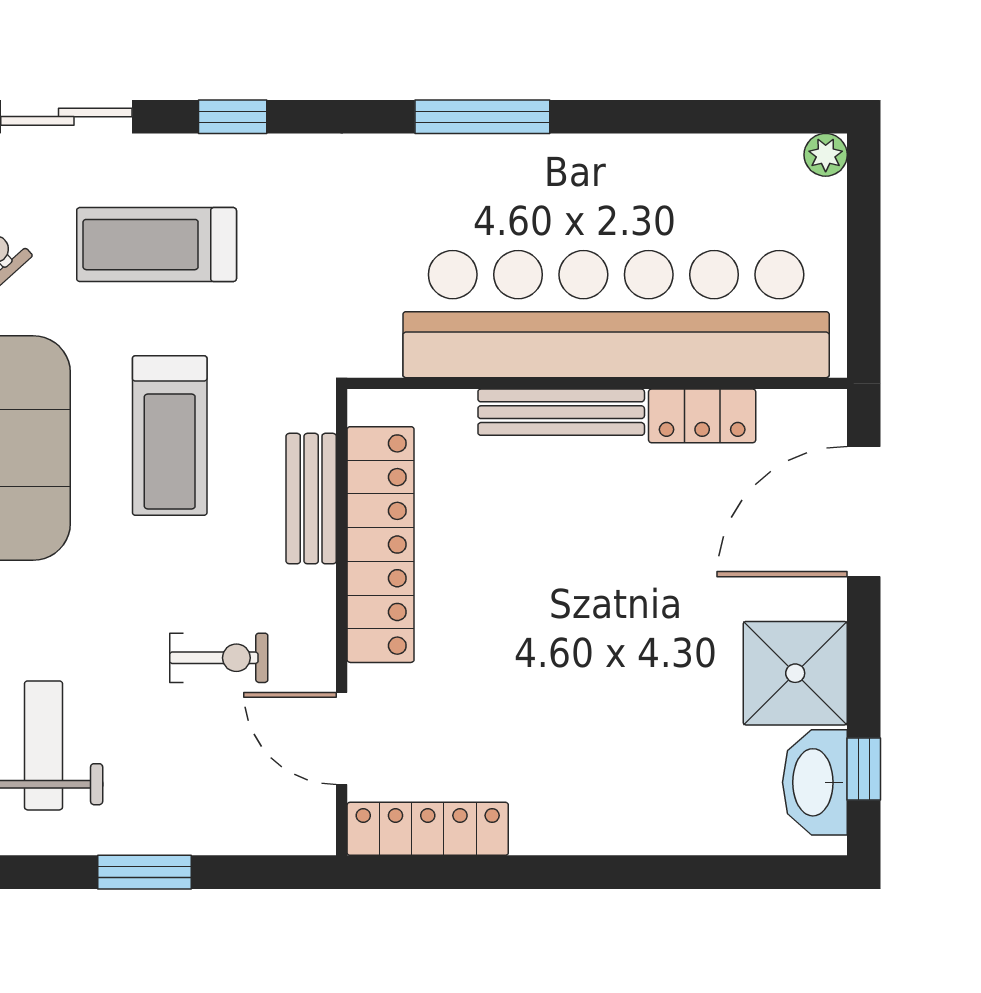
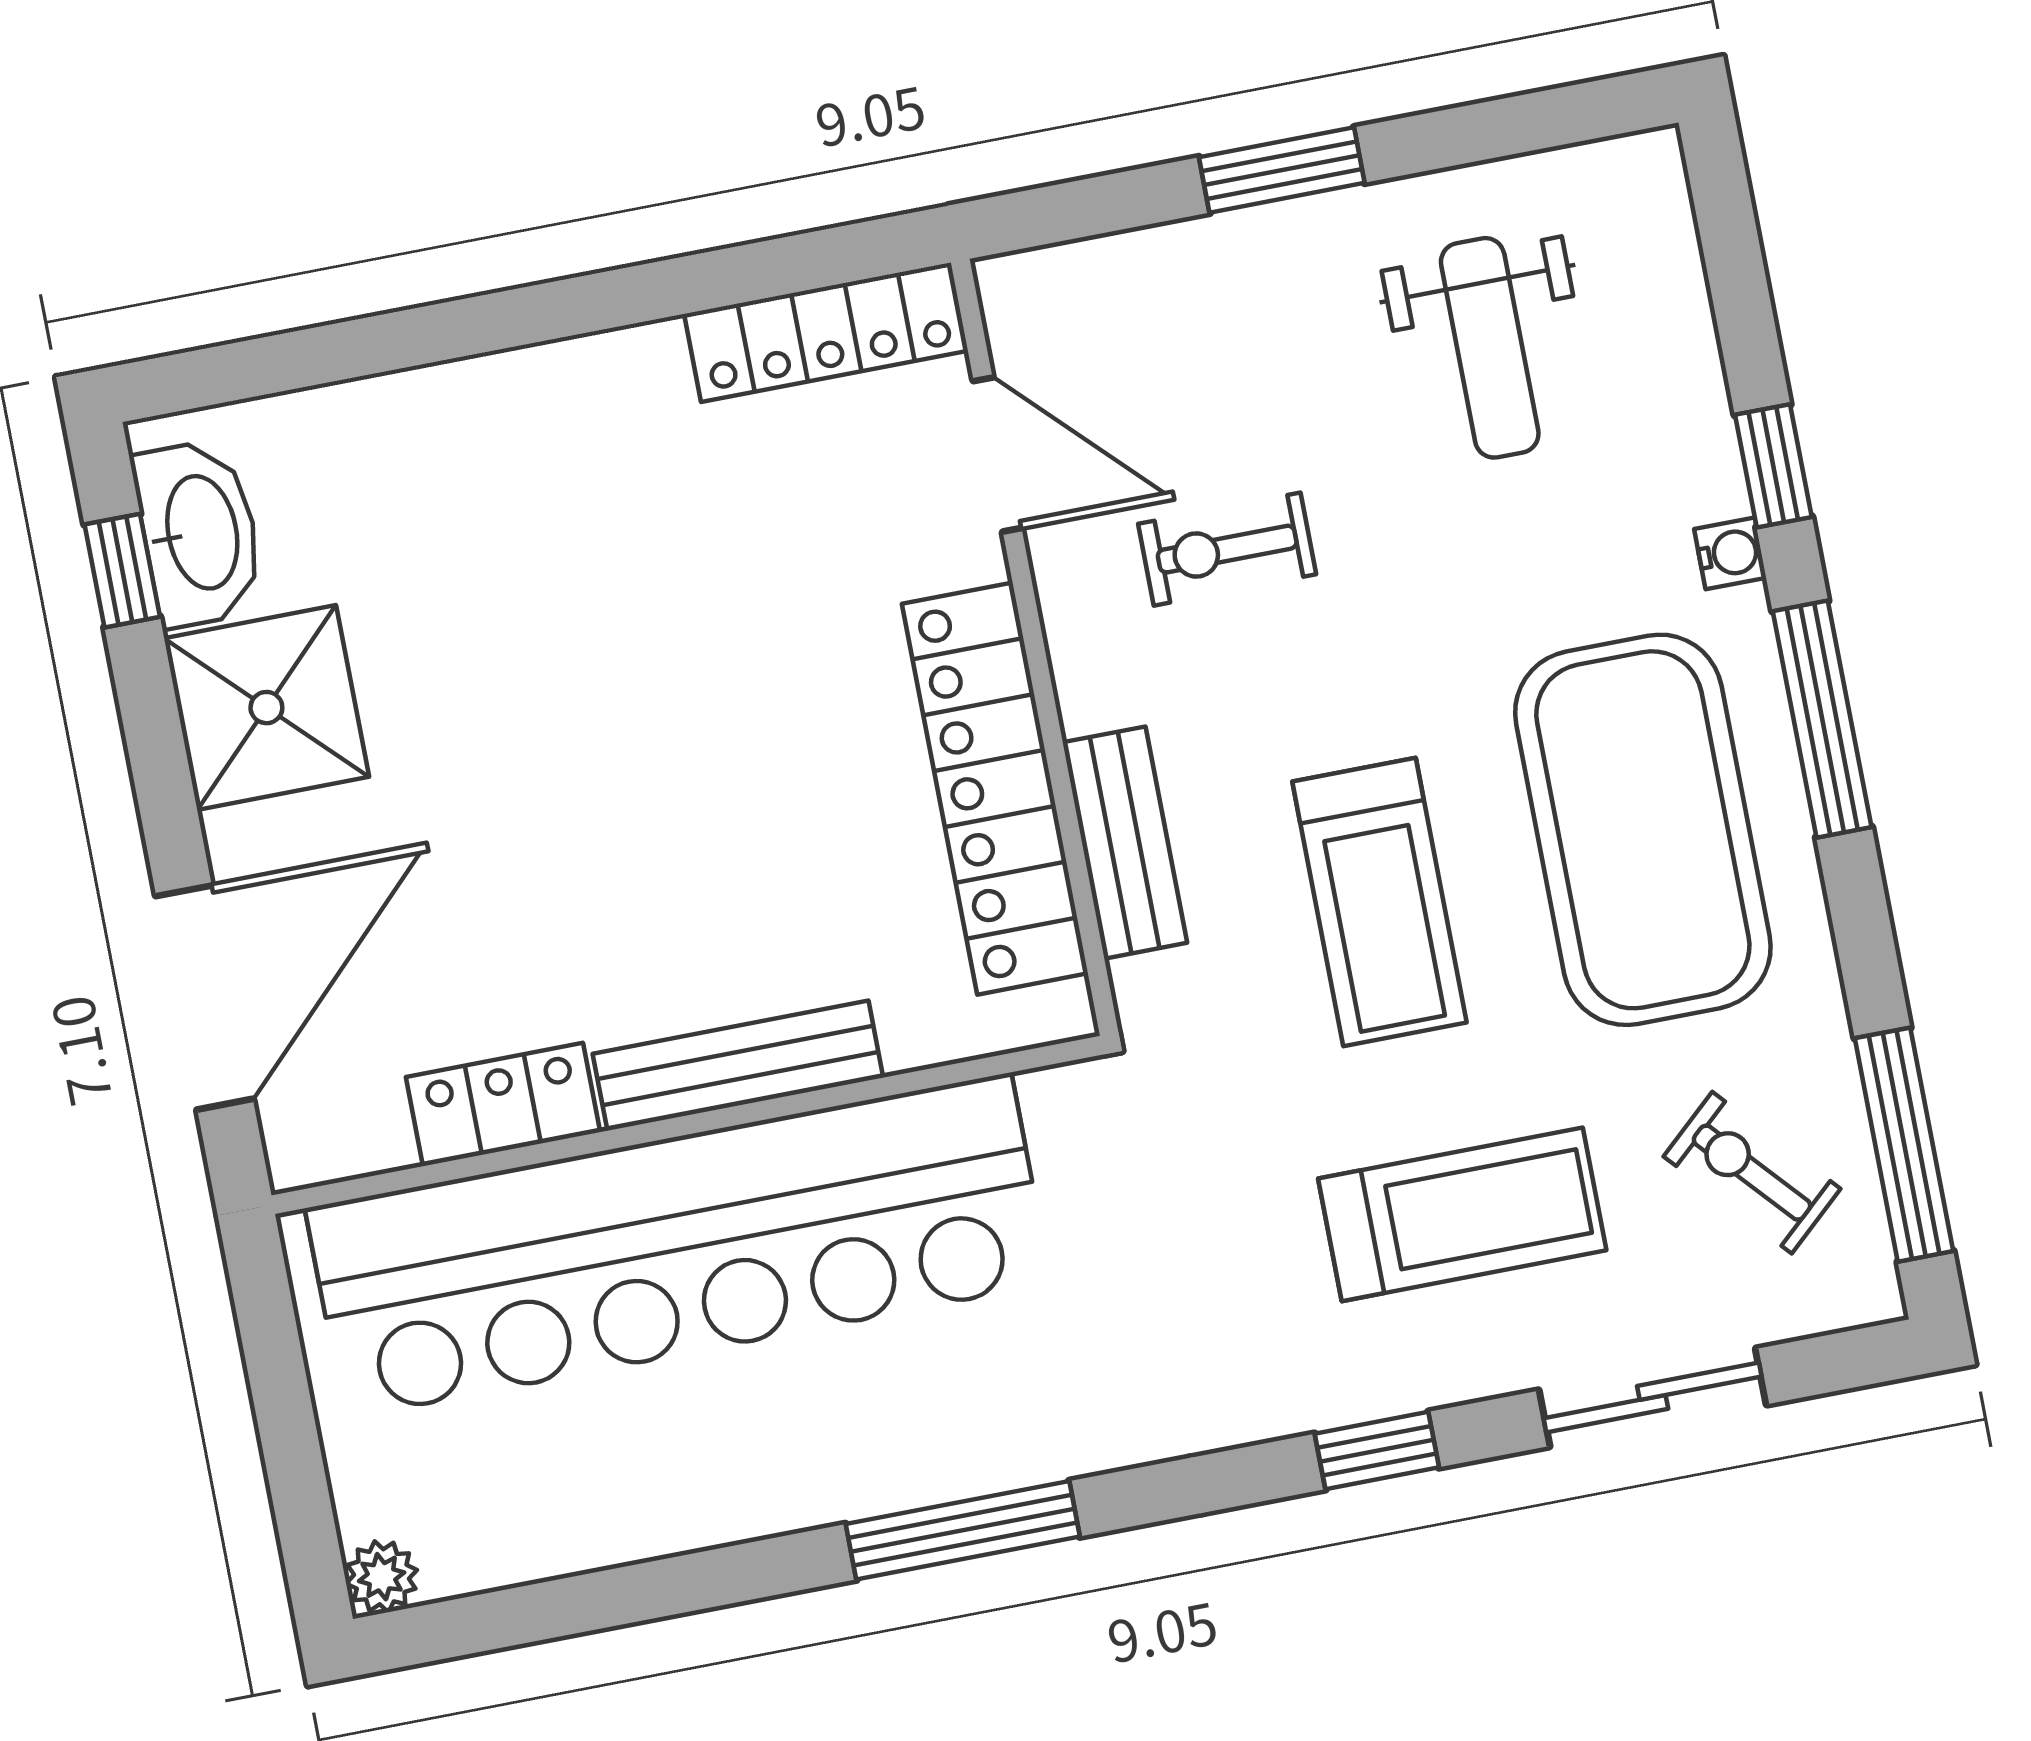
treadmill: (170, 436) -> (1379, 902), turned 180

